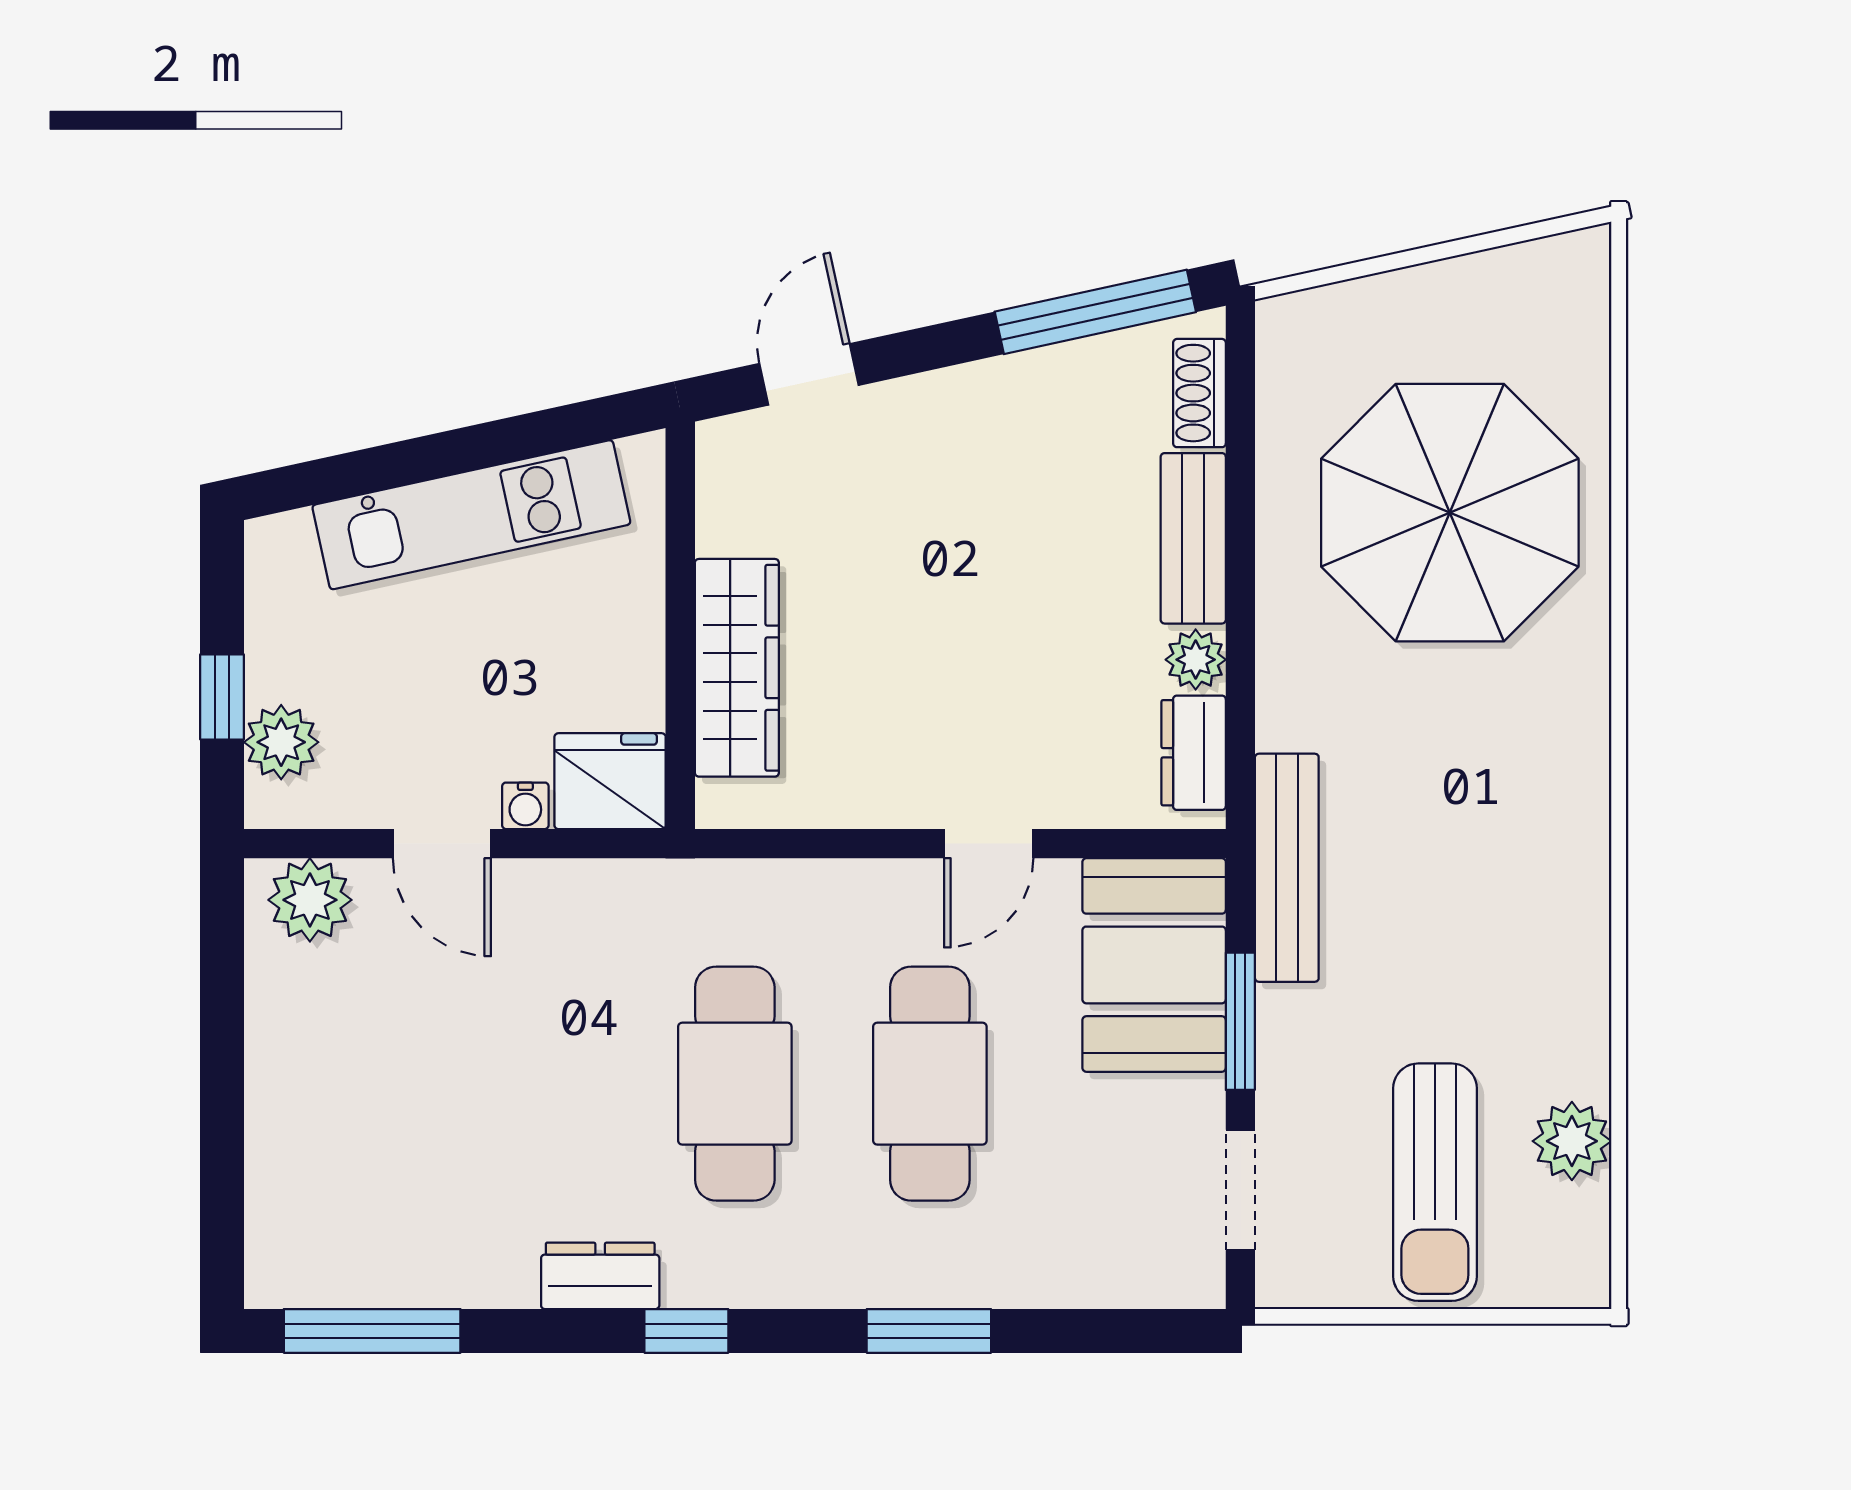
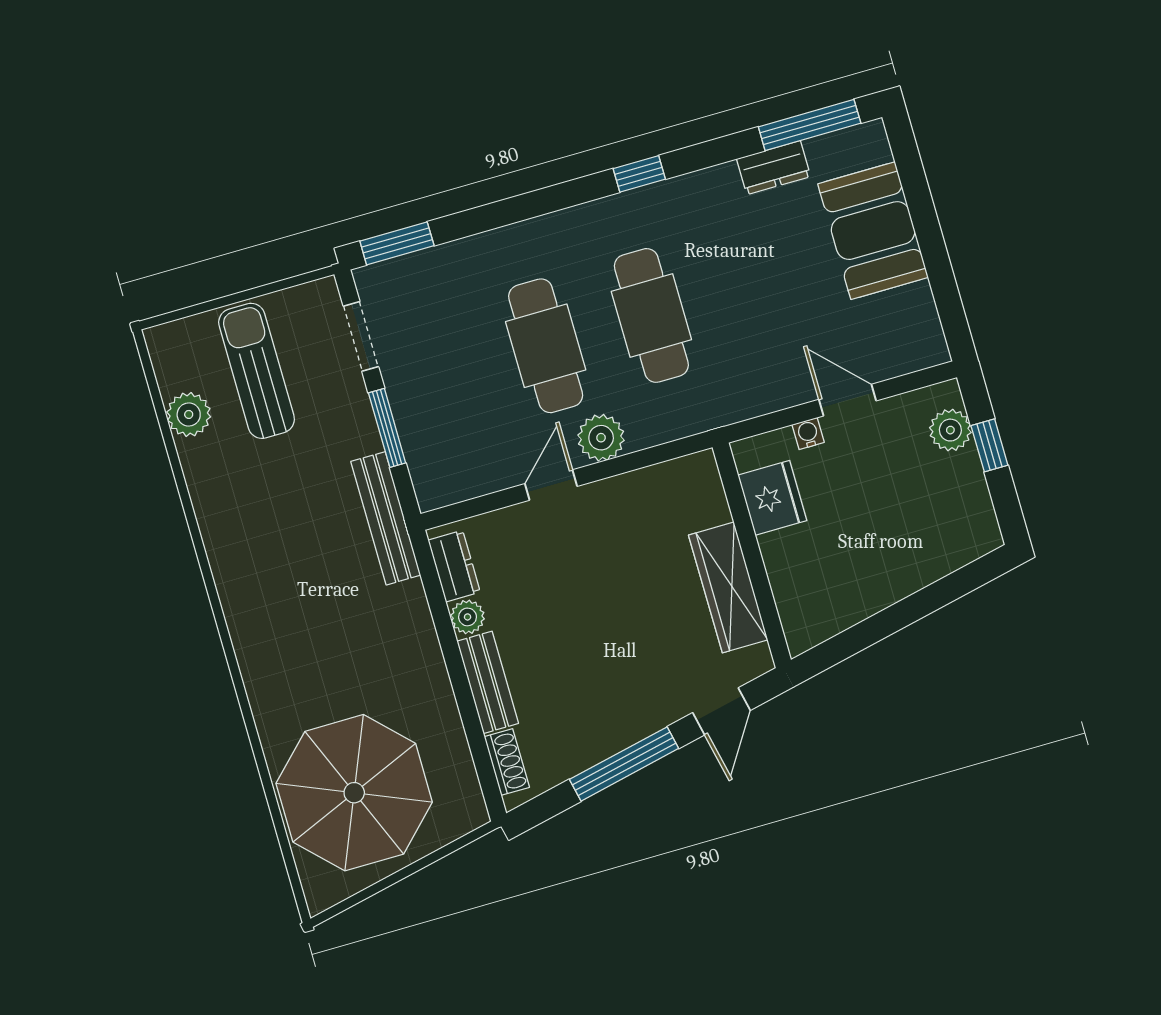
window: (1095, 312) -> (624, 764), moved
parasol: (1450, 513) -> (354, 793), moved
kitchen unit: (471, 515) -> (883, 583), removed
wardrobe: (737, 668) -> (728, 587), moved
fridge: (610, 781) -> (772, 498), moved, turned -90
plant: (310, 900) -> (601, 438), moved
booth: (1154, 965) -> (873, 231), moved
dresser: (600, 1276) -> (774, 168), moved
window: (929, 1331) -> (397, 243), moved

